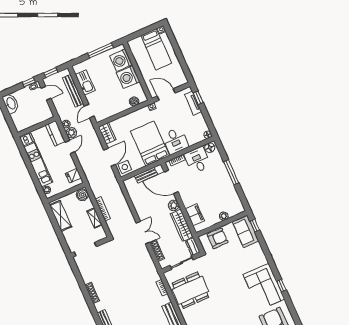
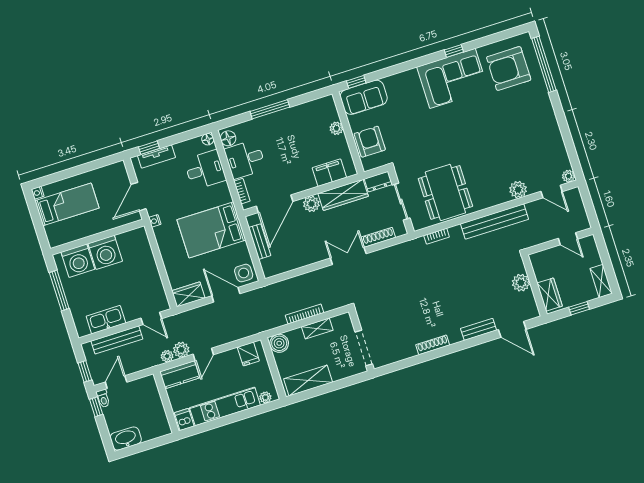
boiler: (134, 101) -> (144, 247), removed
desk: (175, 141) -> (205, 170), moved
door: (70, 147) -> (203, 354), swing flipped

